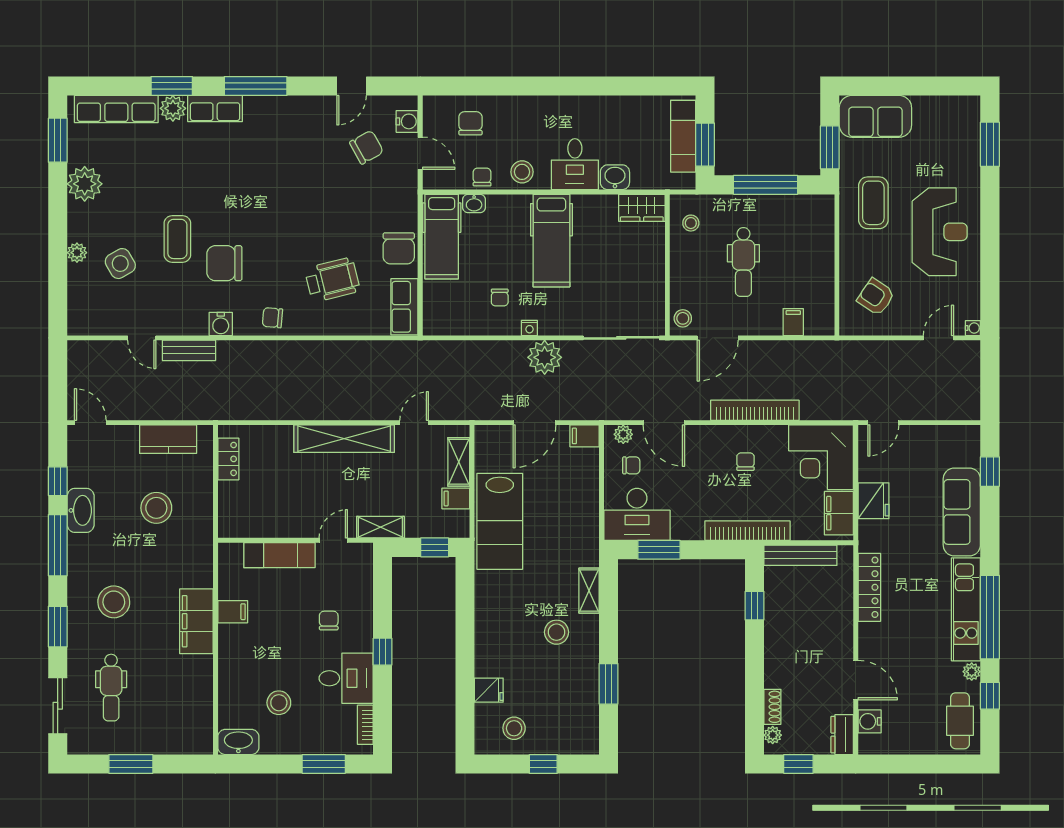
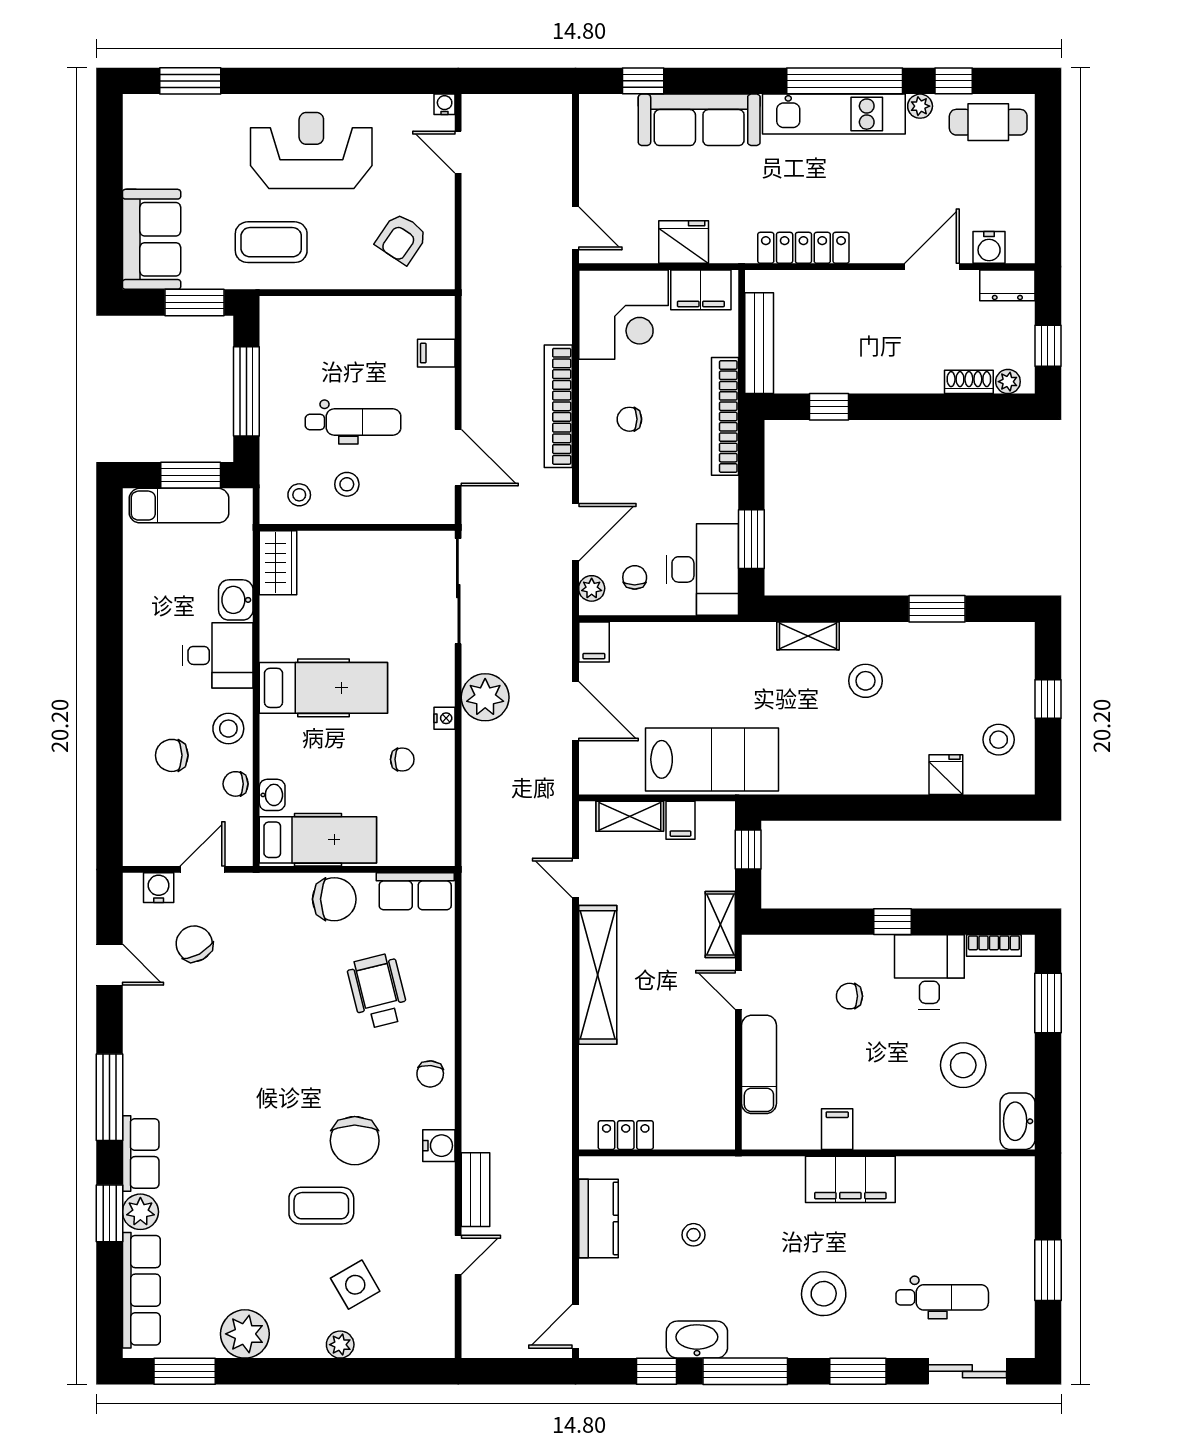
chair: (470, 123) -> (172, 755), moved
stool: (683, 318) -> (347, 484), moved
stool: (156, 508) -> (694, 1235), width x0.53, depth x0.53
stool: (279, 703) -> (963, 1065), width x1.38, depth x1.38

